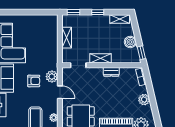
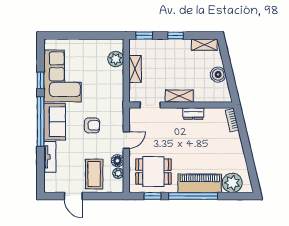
window: (141, 53) -> (233, 89), removed
plant: (52, 77) -> (116, 59), moved
door: (60, 92) -> (126, 140), hinge flipped
plant: (144, 100) -> (236, 150), removed
floor lamp: (53, 108) -> (117, 161), added

